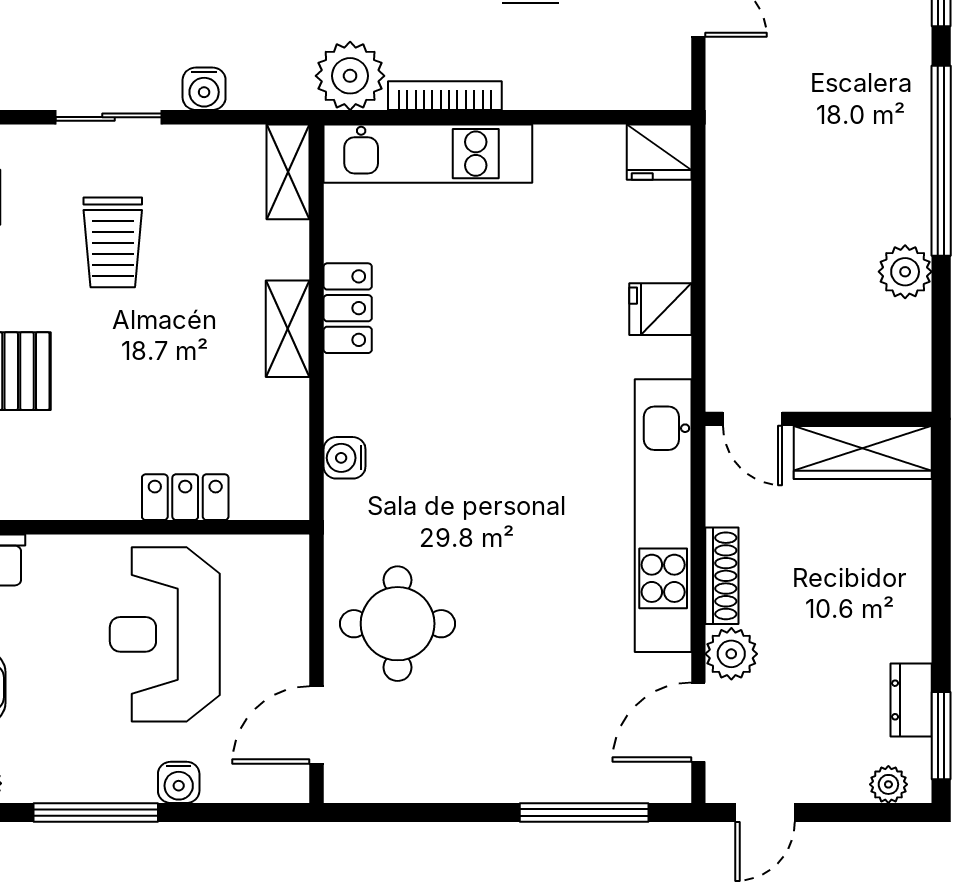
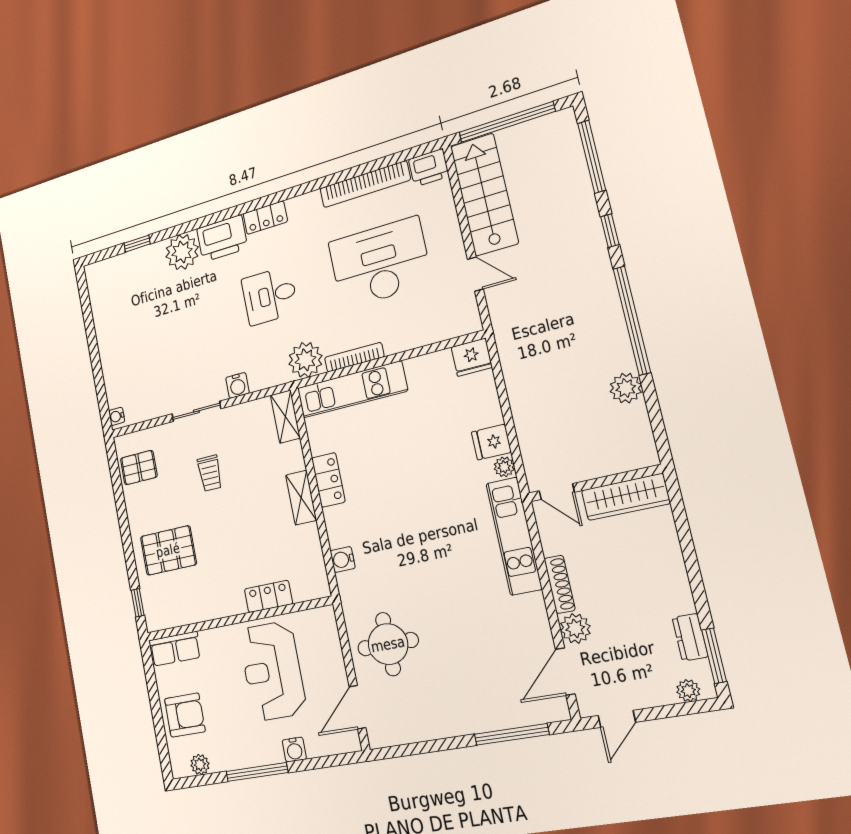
trolley: (113, 242) -> (210, 473), width x0.73, depth x0.72
plant: (673, 357) -> (504, 467), added
kitchen unit: (663, 516) -> (514, 536), width x0.73

